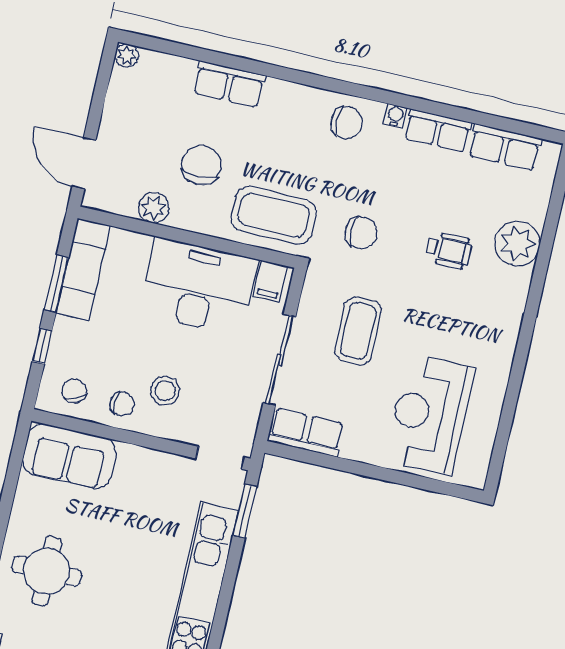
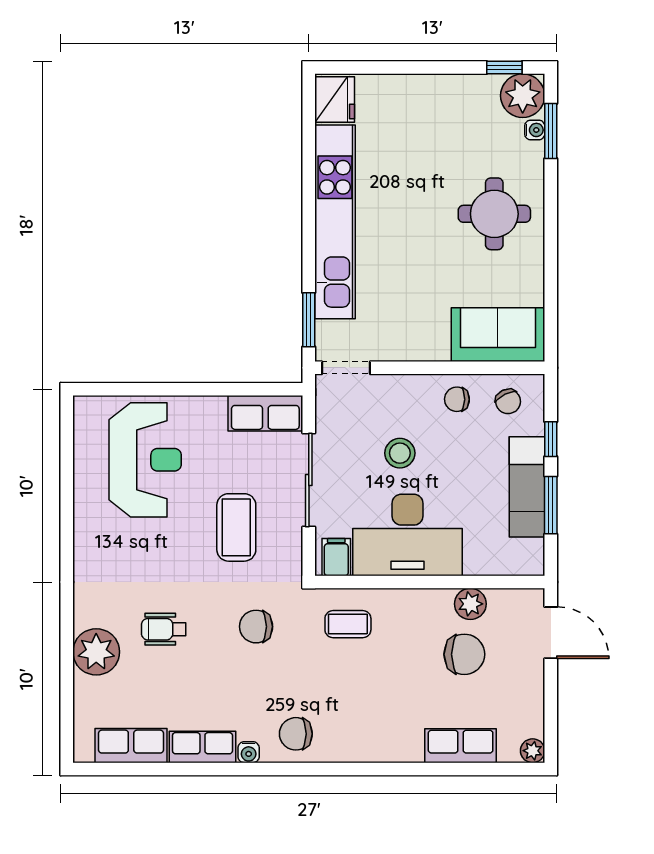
row of seats: (229, 84) -> (461, 746), moved
chair: (201, 165) -> (464, 654), moved, turned -90
coffee table: (274, 215) -> (348, 624), width x0.54, depth x0.58
exam couch: (83, 269) -> (527, 487), moved
stool: (165, 391) -> (400, 453), moved

